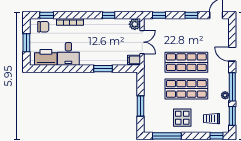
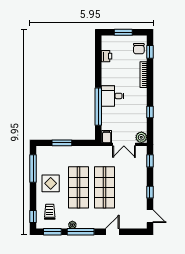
desk: (68, 54) -> (112, 96), moved
printer: (46, 57) -> (107, 56), width x0.53, depth x0.68
window: (103, 69) -> (98, 107), width x2.11

